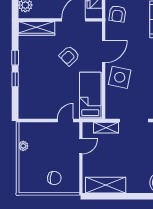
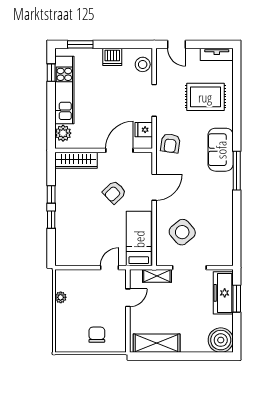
side table: (120, 77) -> (182, 232), moved, turned 38
chair: (54, 178) -> (97, 335), turned -98

